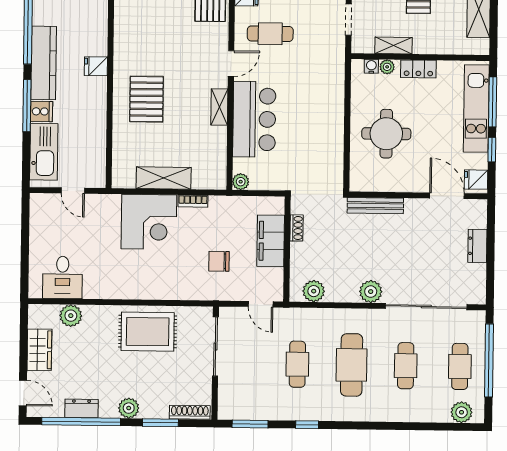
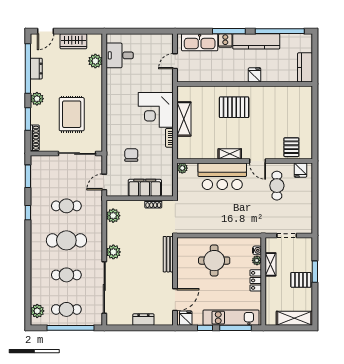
rug: (148, 332) -> (72, 114), moved

